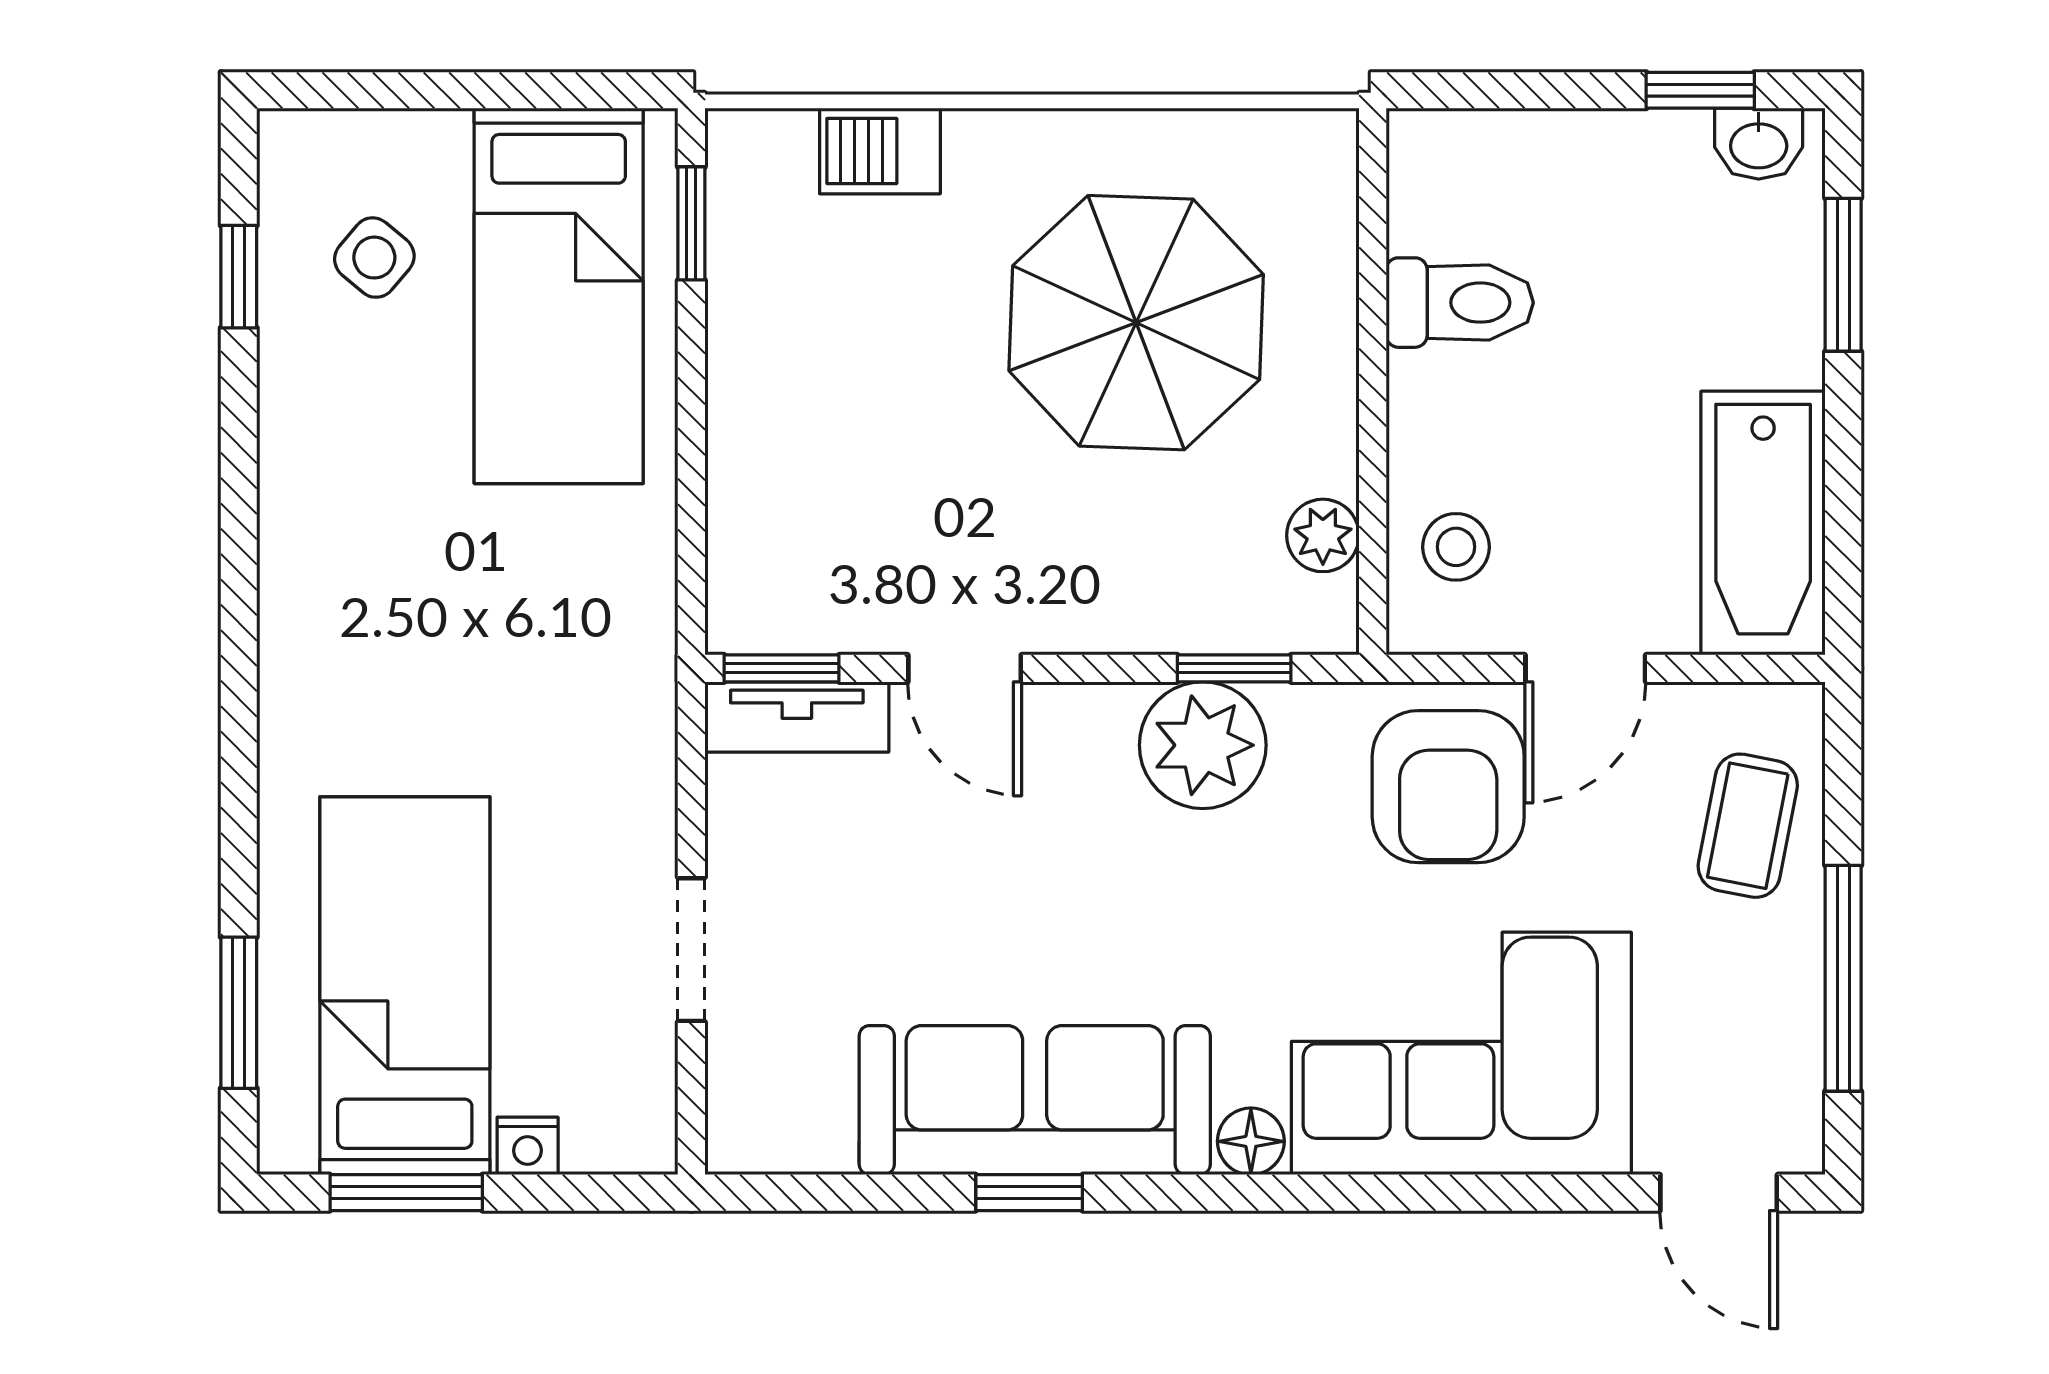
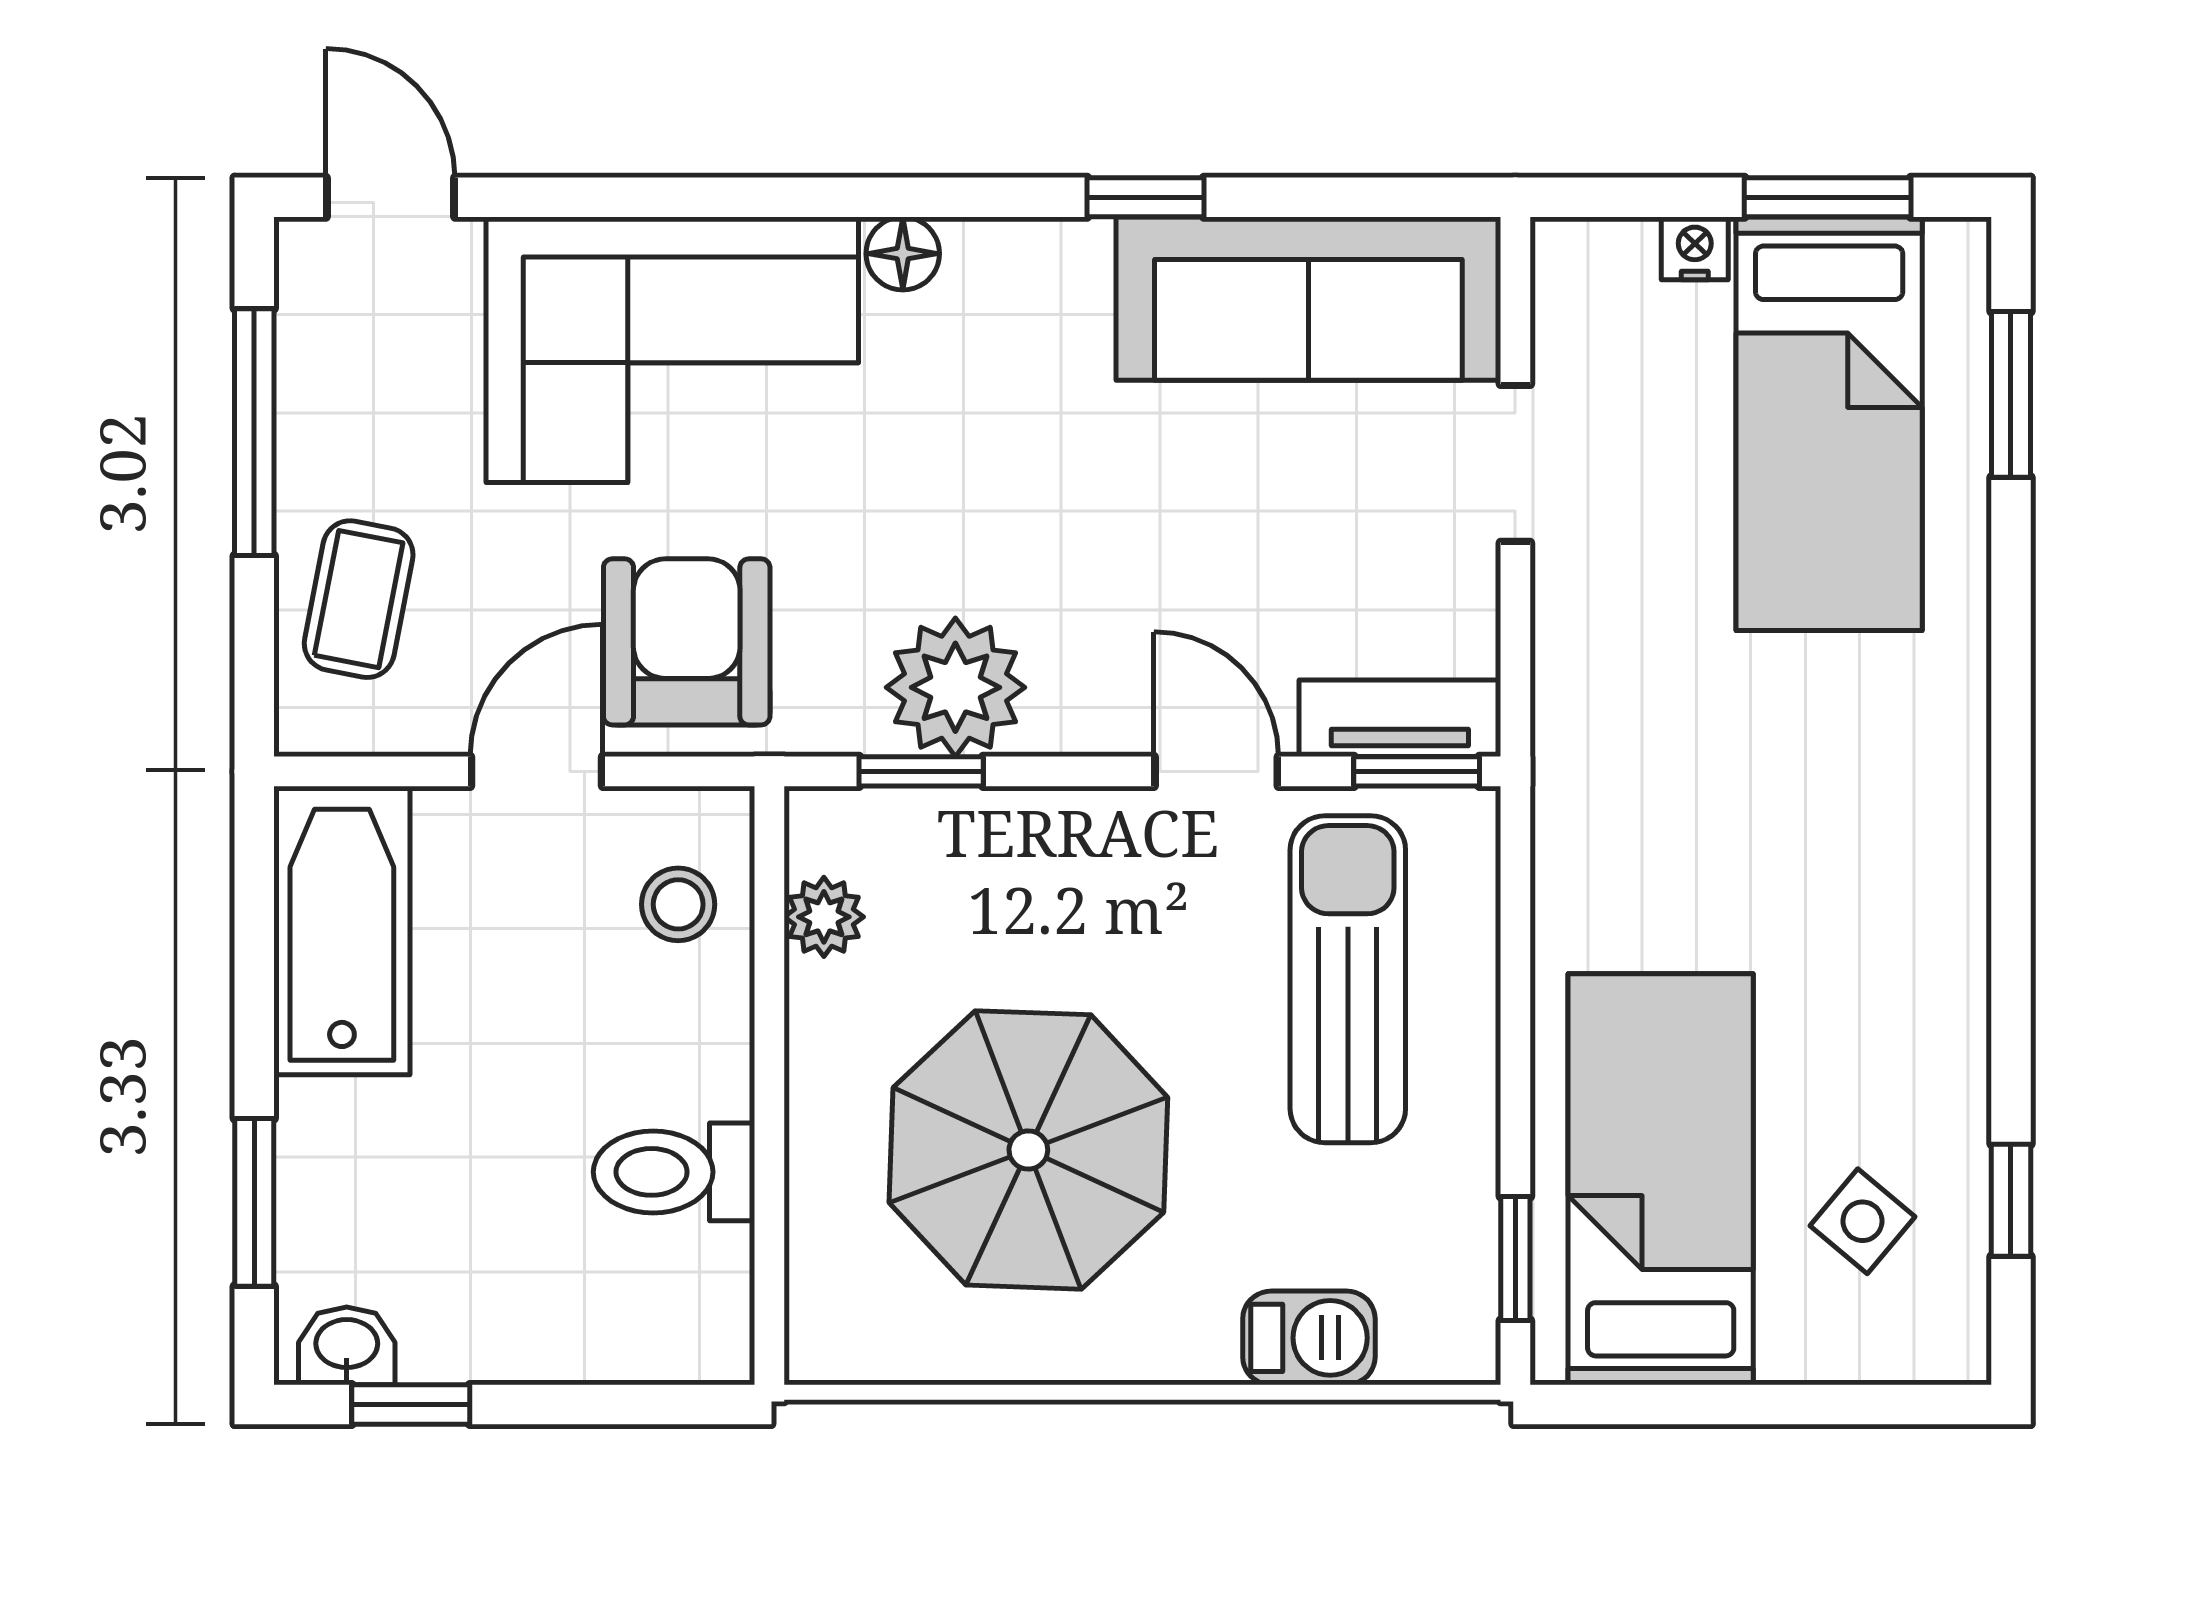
sun lounger: (844, 479) -> (1348, 979), added
sofa: (1035, 1100) -> (1308, 299), moved

